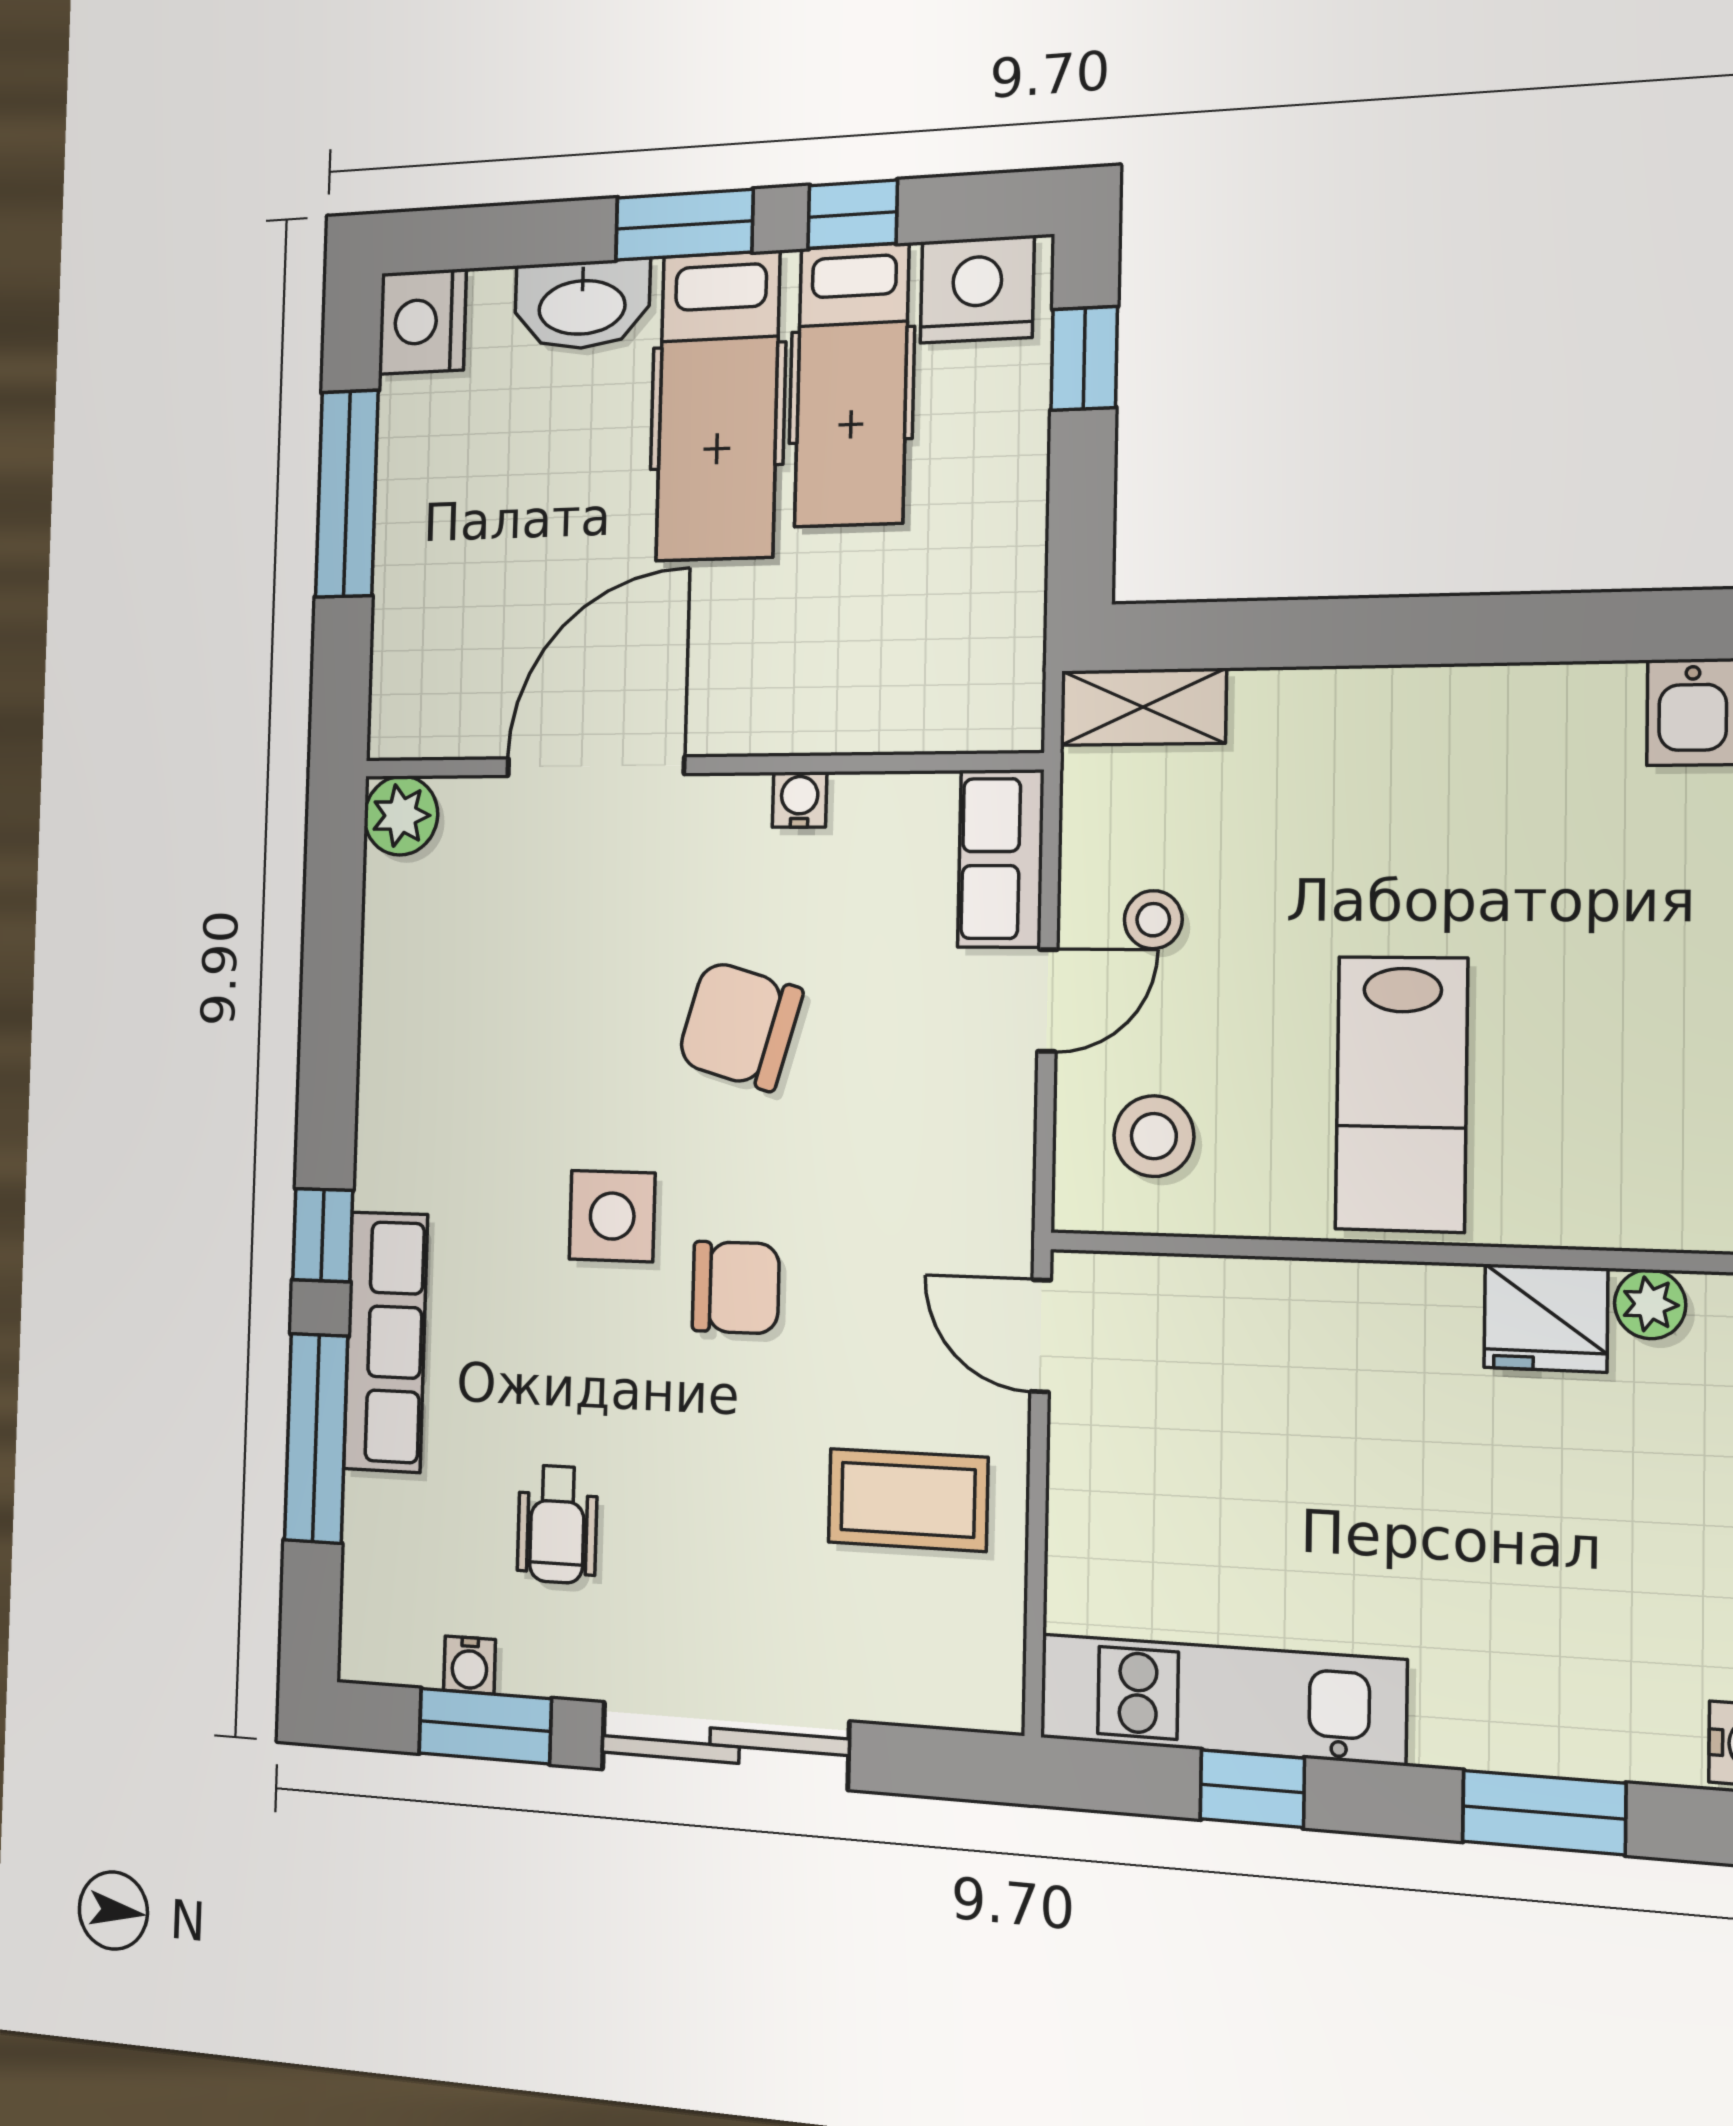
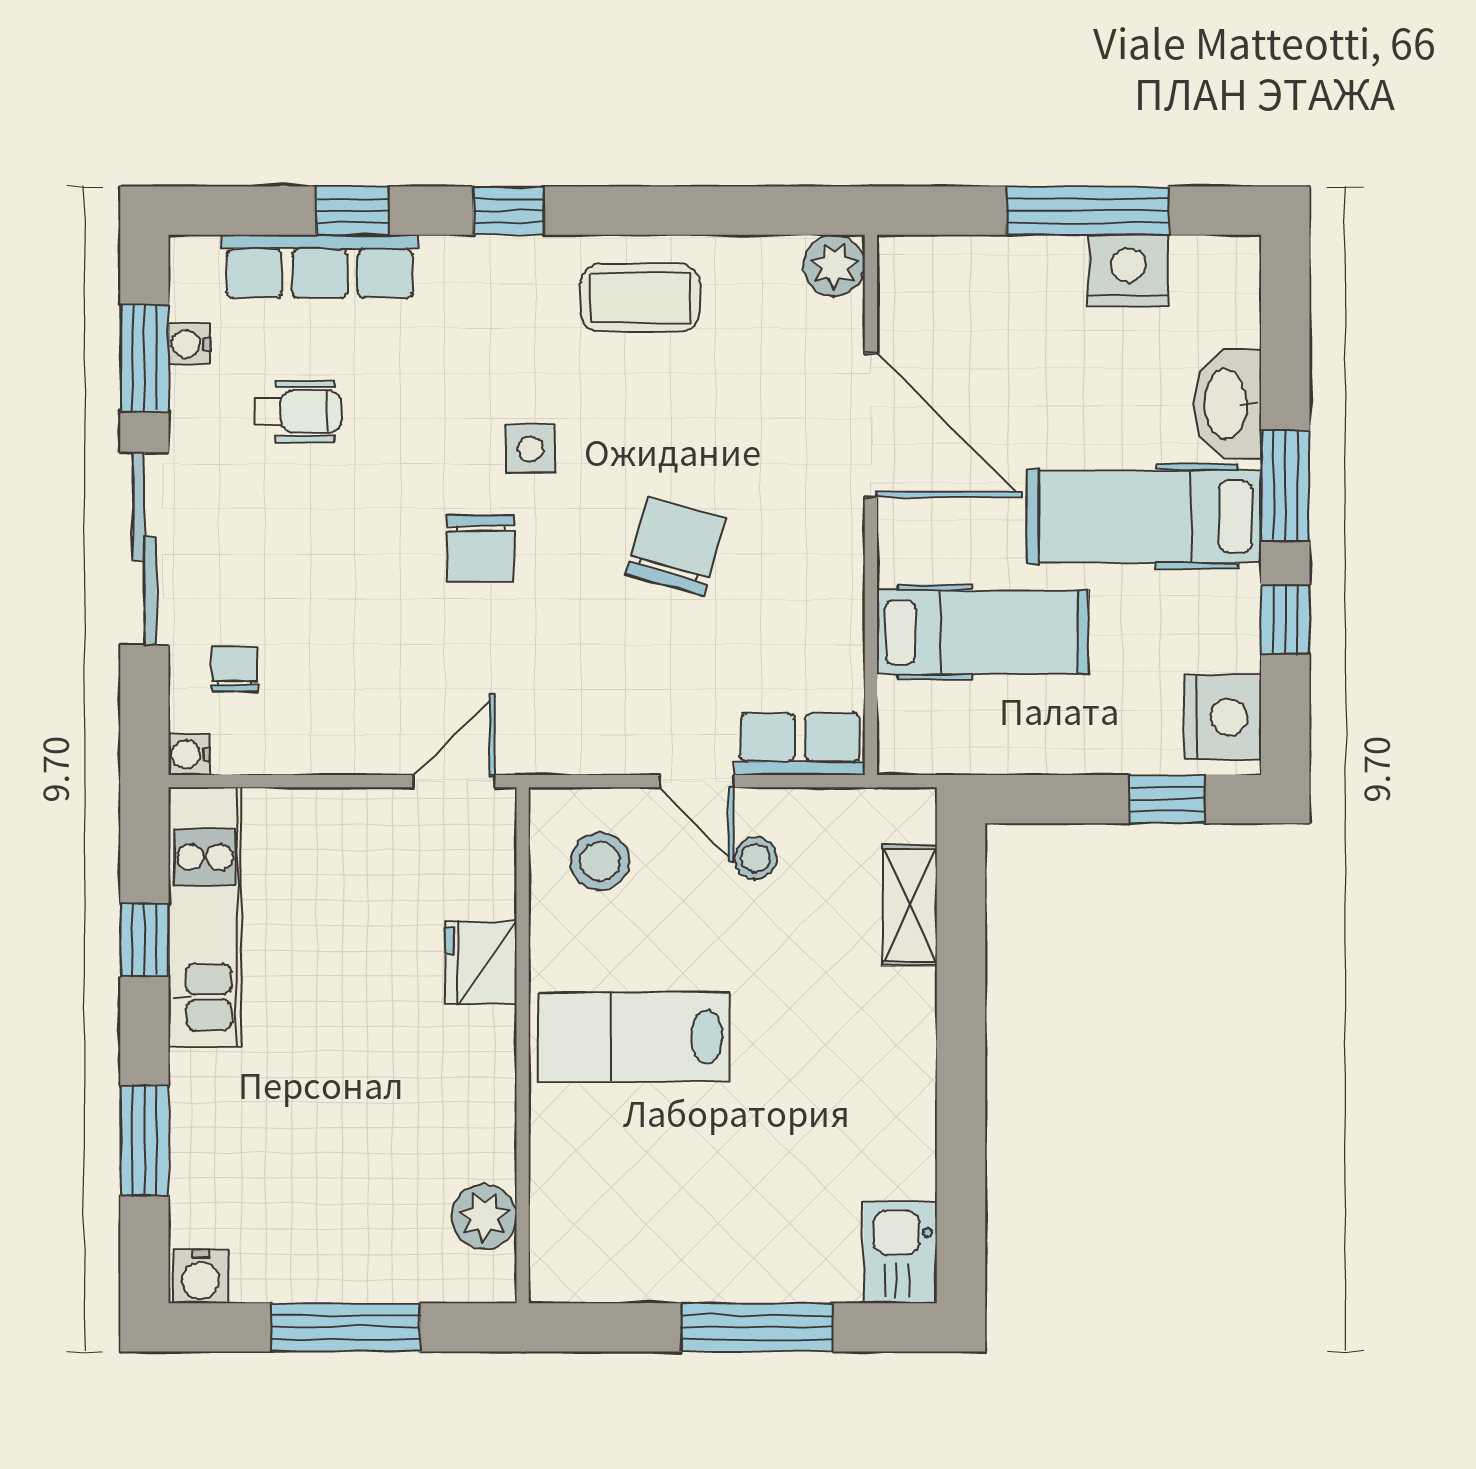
nightstand: (422, 322) -> (1128, 271), moved
hospital bed: (852, 385) -> (983, 632), moved, turned 180
shelving: (1143, 707) -> (910, 905), moved
water cooler: (800, 800) -> (189, 754), moved, turned 180
side table: (612, 1216) -> (530, 449), width x0.73, depth x0.73
plant: (1650, 1304) -> (484, 1217), width x1.38, depth x1.38
fridge: (1546, 1318) -> (481, 963), moved
row of seats: (386, 1342) -> (320, 267), moved
window: (316, 1438) -> (353, 211), width x0.46
coffee table: (908, 1500) -> (640, 298), moved, turned 90
wheelchair: (557, 1524) -> (298, 412), turned 180
chair: (885, 1633) -> (235, 669), added

